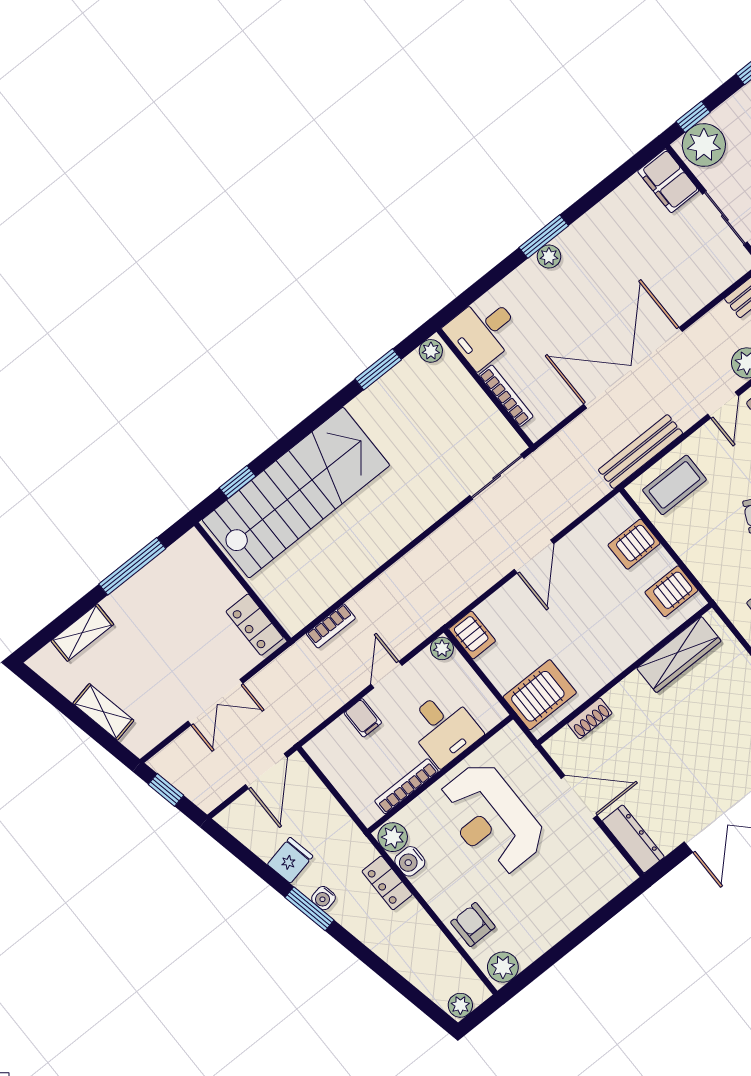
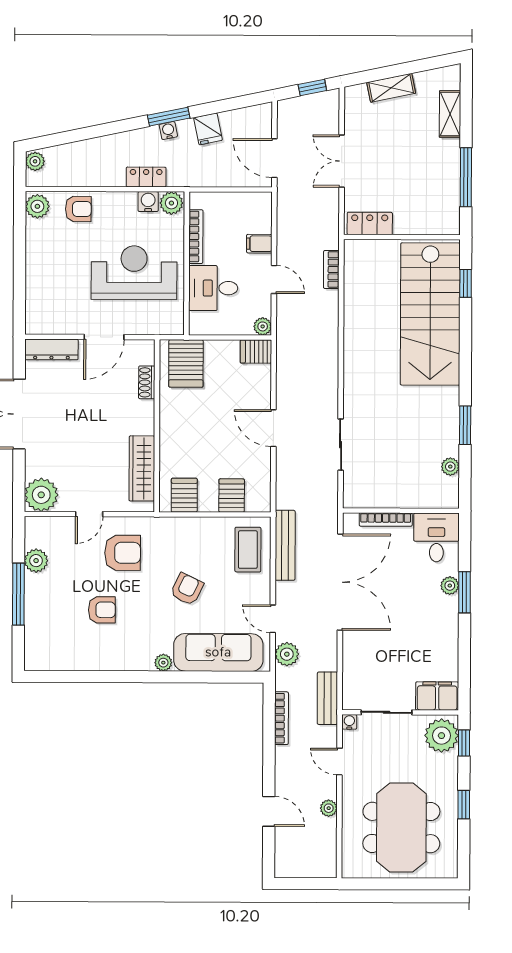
desk: (483, 331) -> (436, 537), moved
wall: (485, 388) -> (401, 511), moved
bookcase: (506, 396) -> (386, 520), moved

